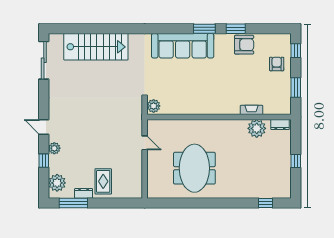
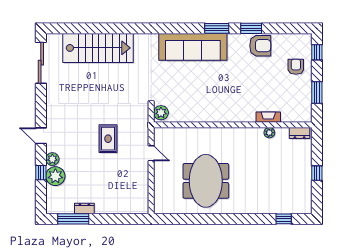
plant: (257, 128) -> (269, 133), width x0.53, depth x0.53
rug: (103, 181) -> (108, 139), moved
plant: (57, 183) -> (55, 176), moved

